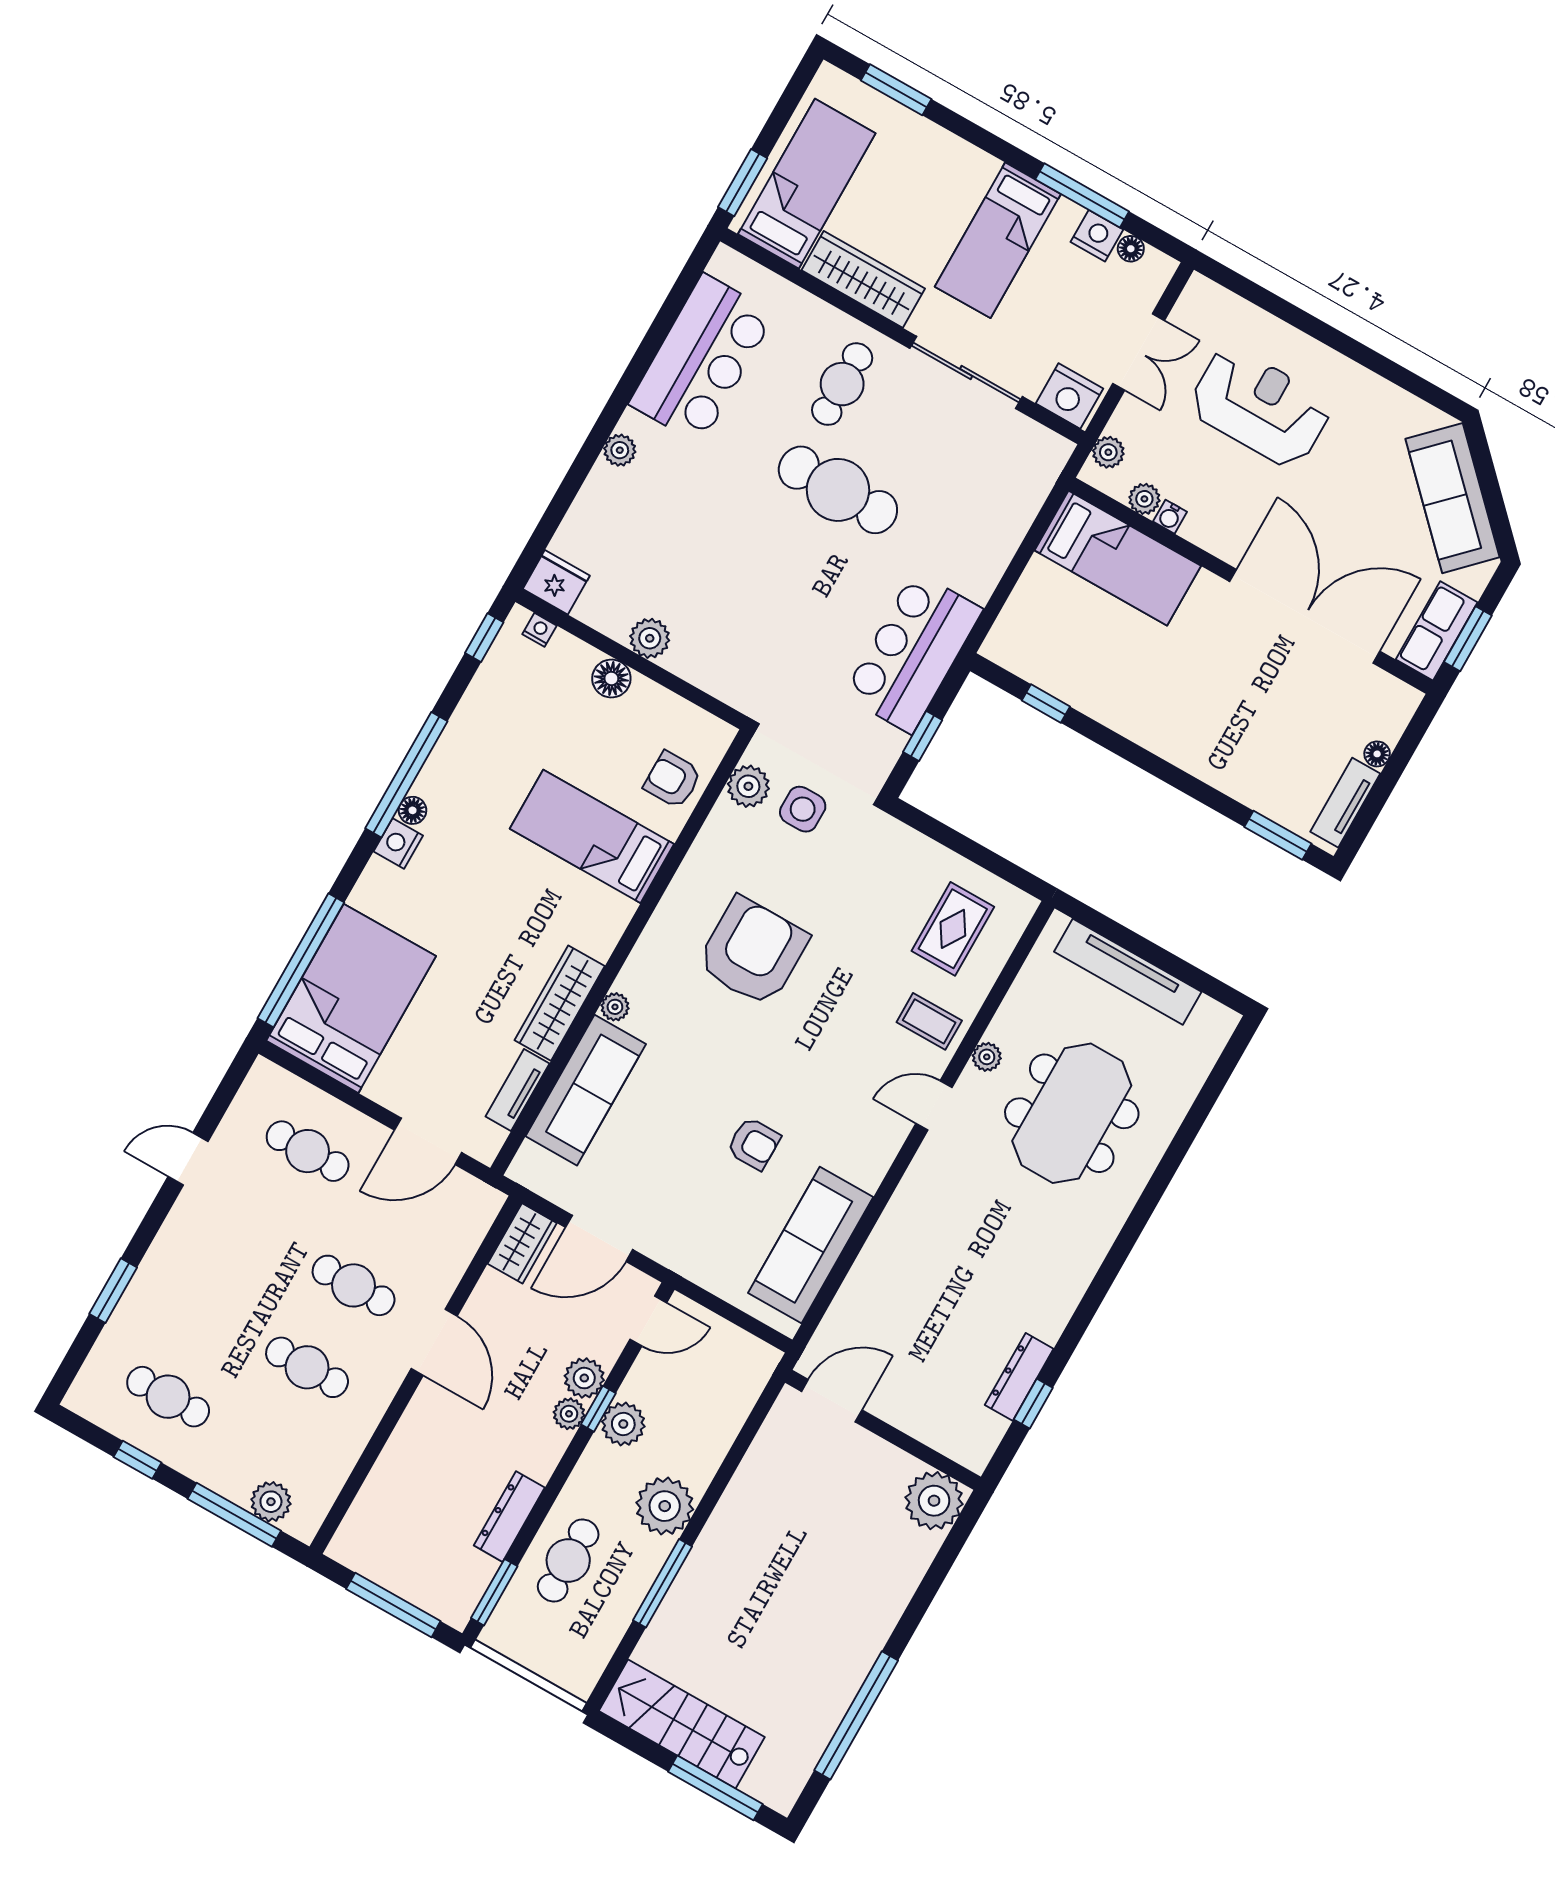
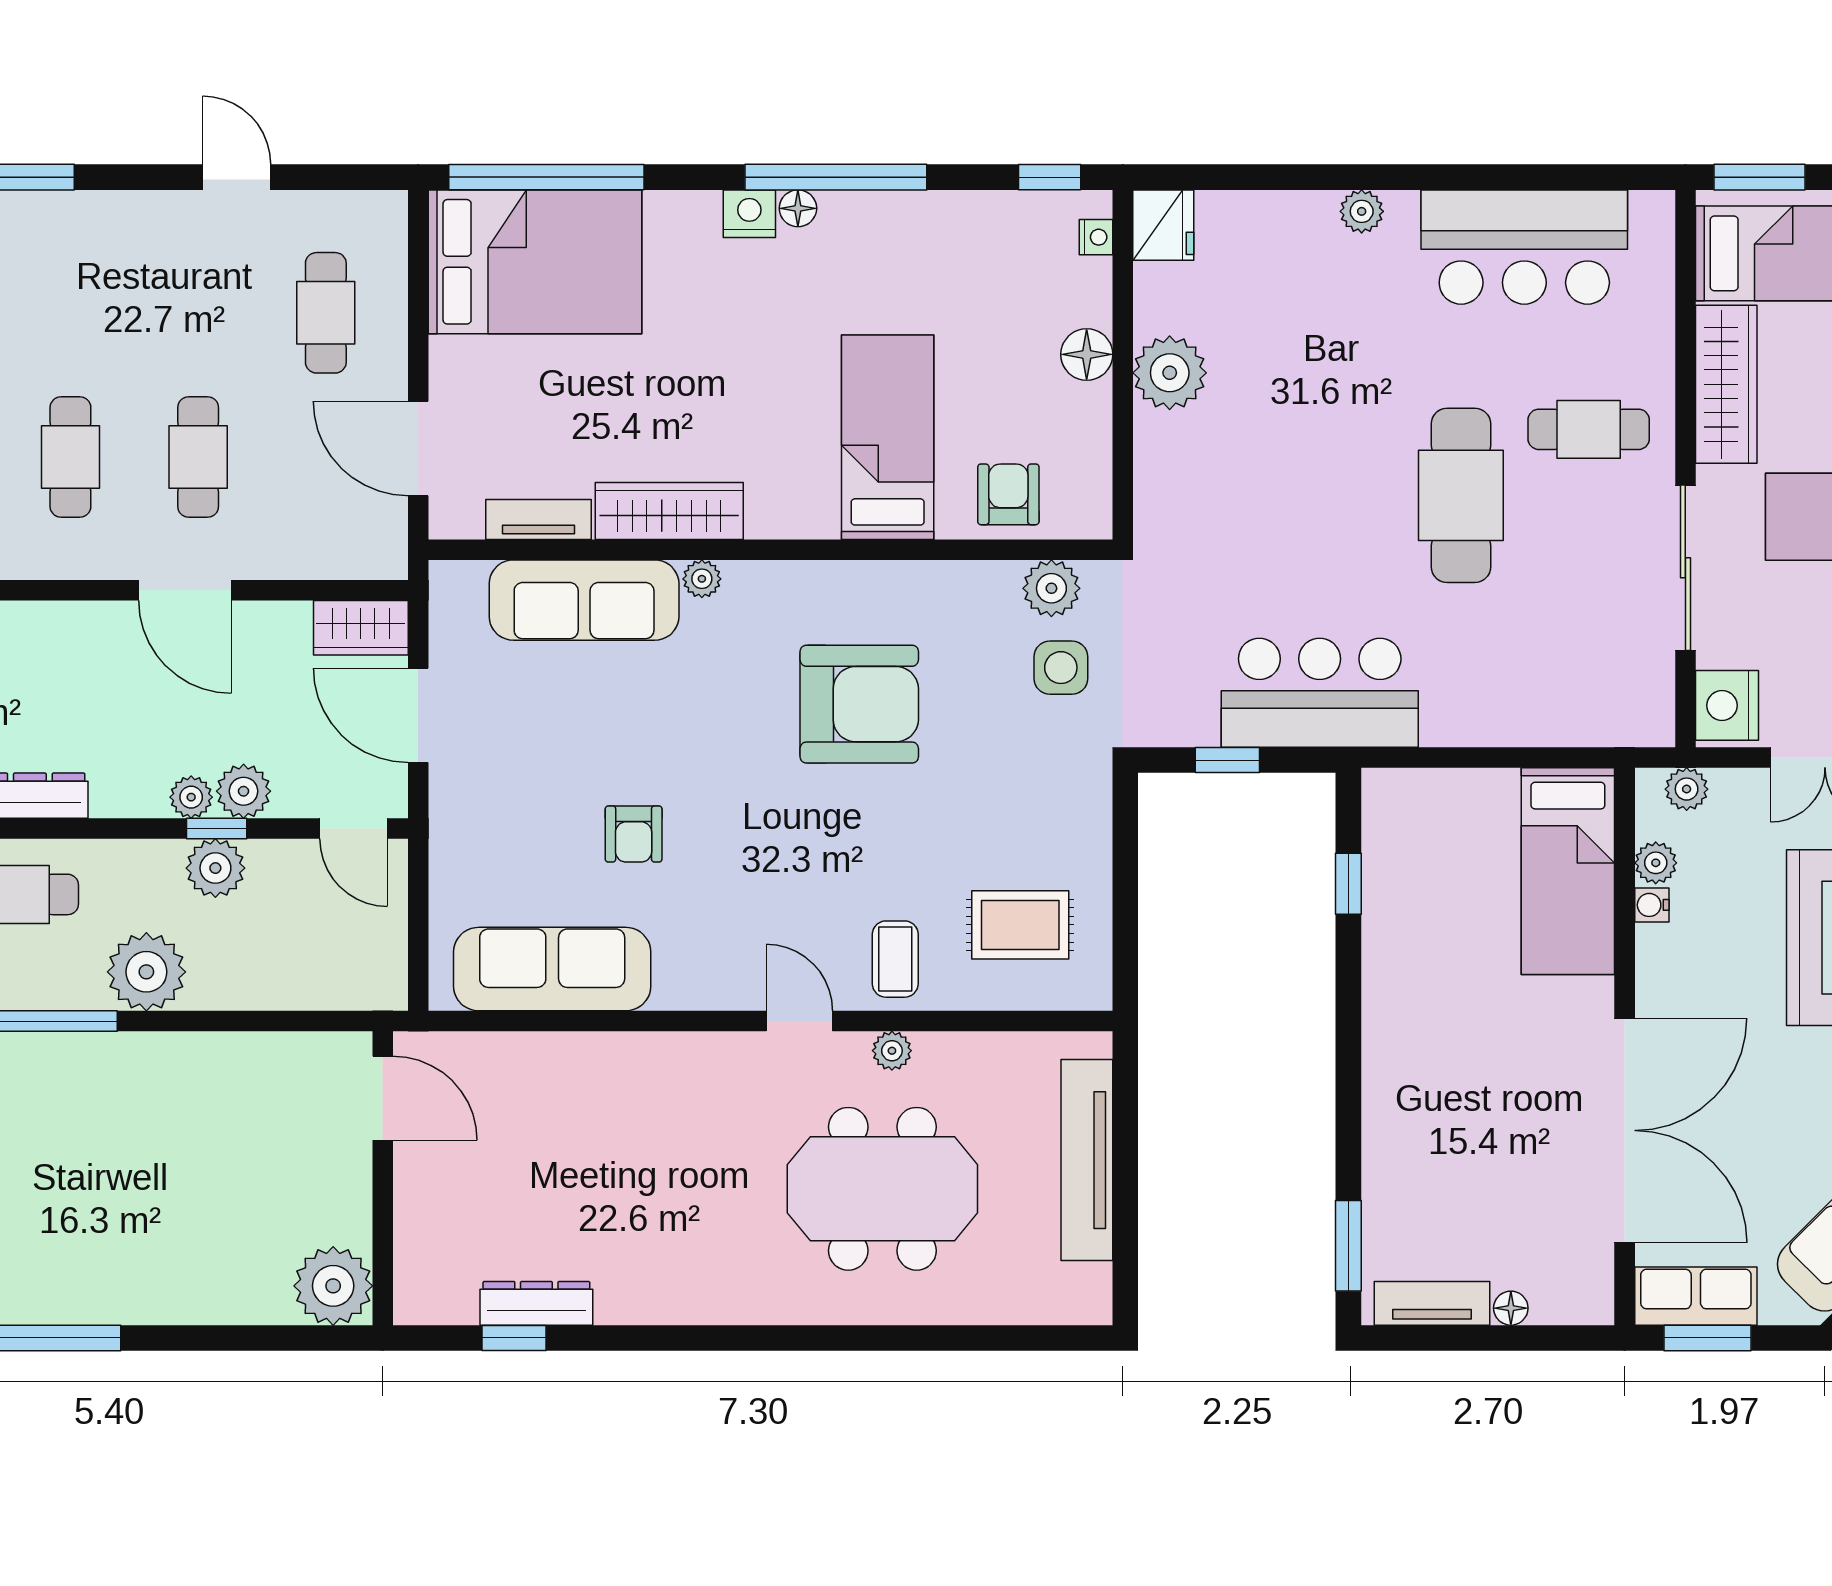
plant: (650, 638) -> (1170, 373), width x1.36, depth x1.36
door: (434, 1342) -> (185, 590), hinge flipped

